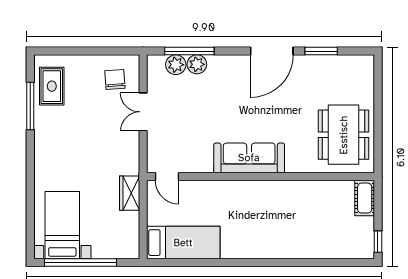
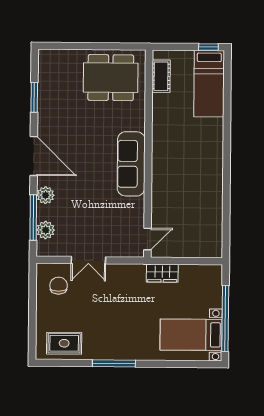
door: (272, 51) -> (34, 156), moved
plant: (197, 64) -> (46, 195), moved
chair: (115, 79) -> (59, 286), turned 94
window: (30, 106) -> (114, 363), moved
cot: (365, 198) -> (161, 76), moved, turned 90
bed: (183, 243) -> (209, 84), moved, turned 180

